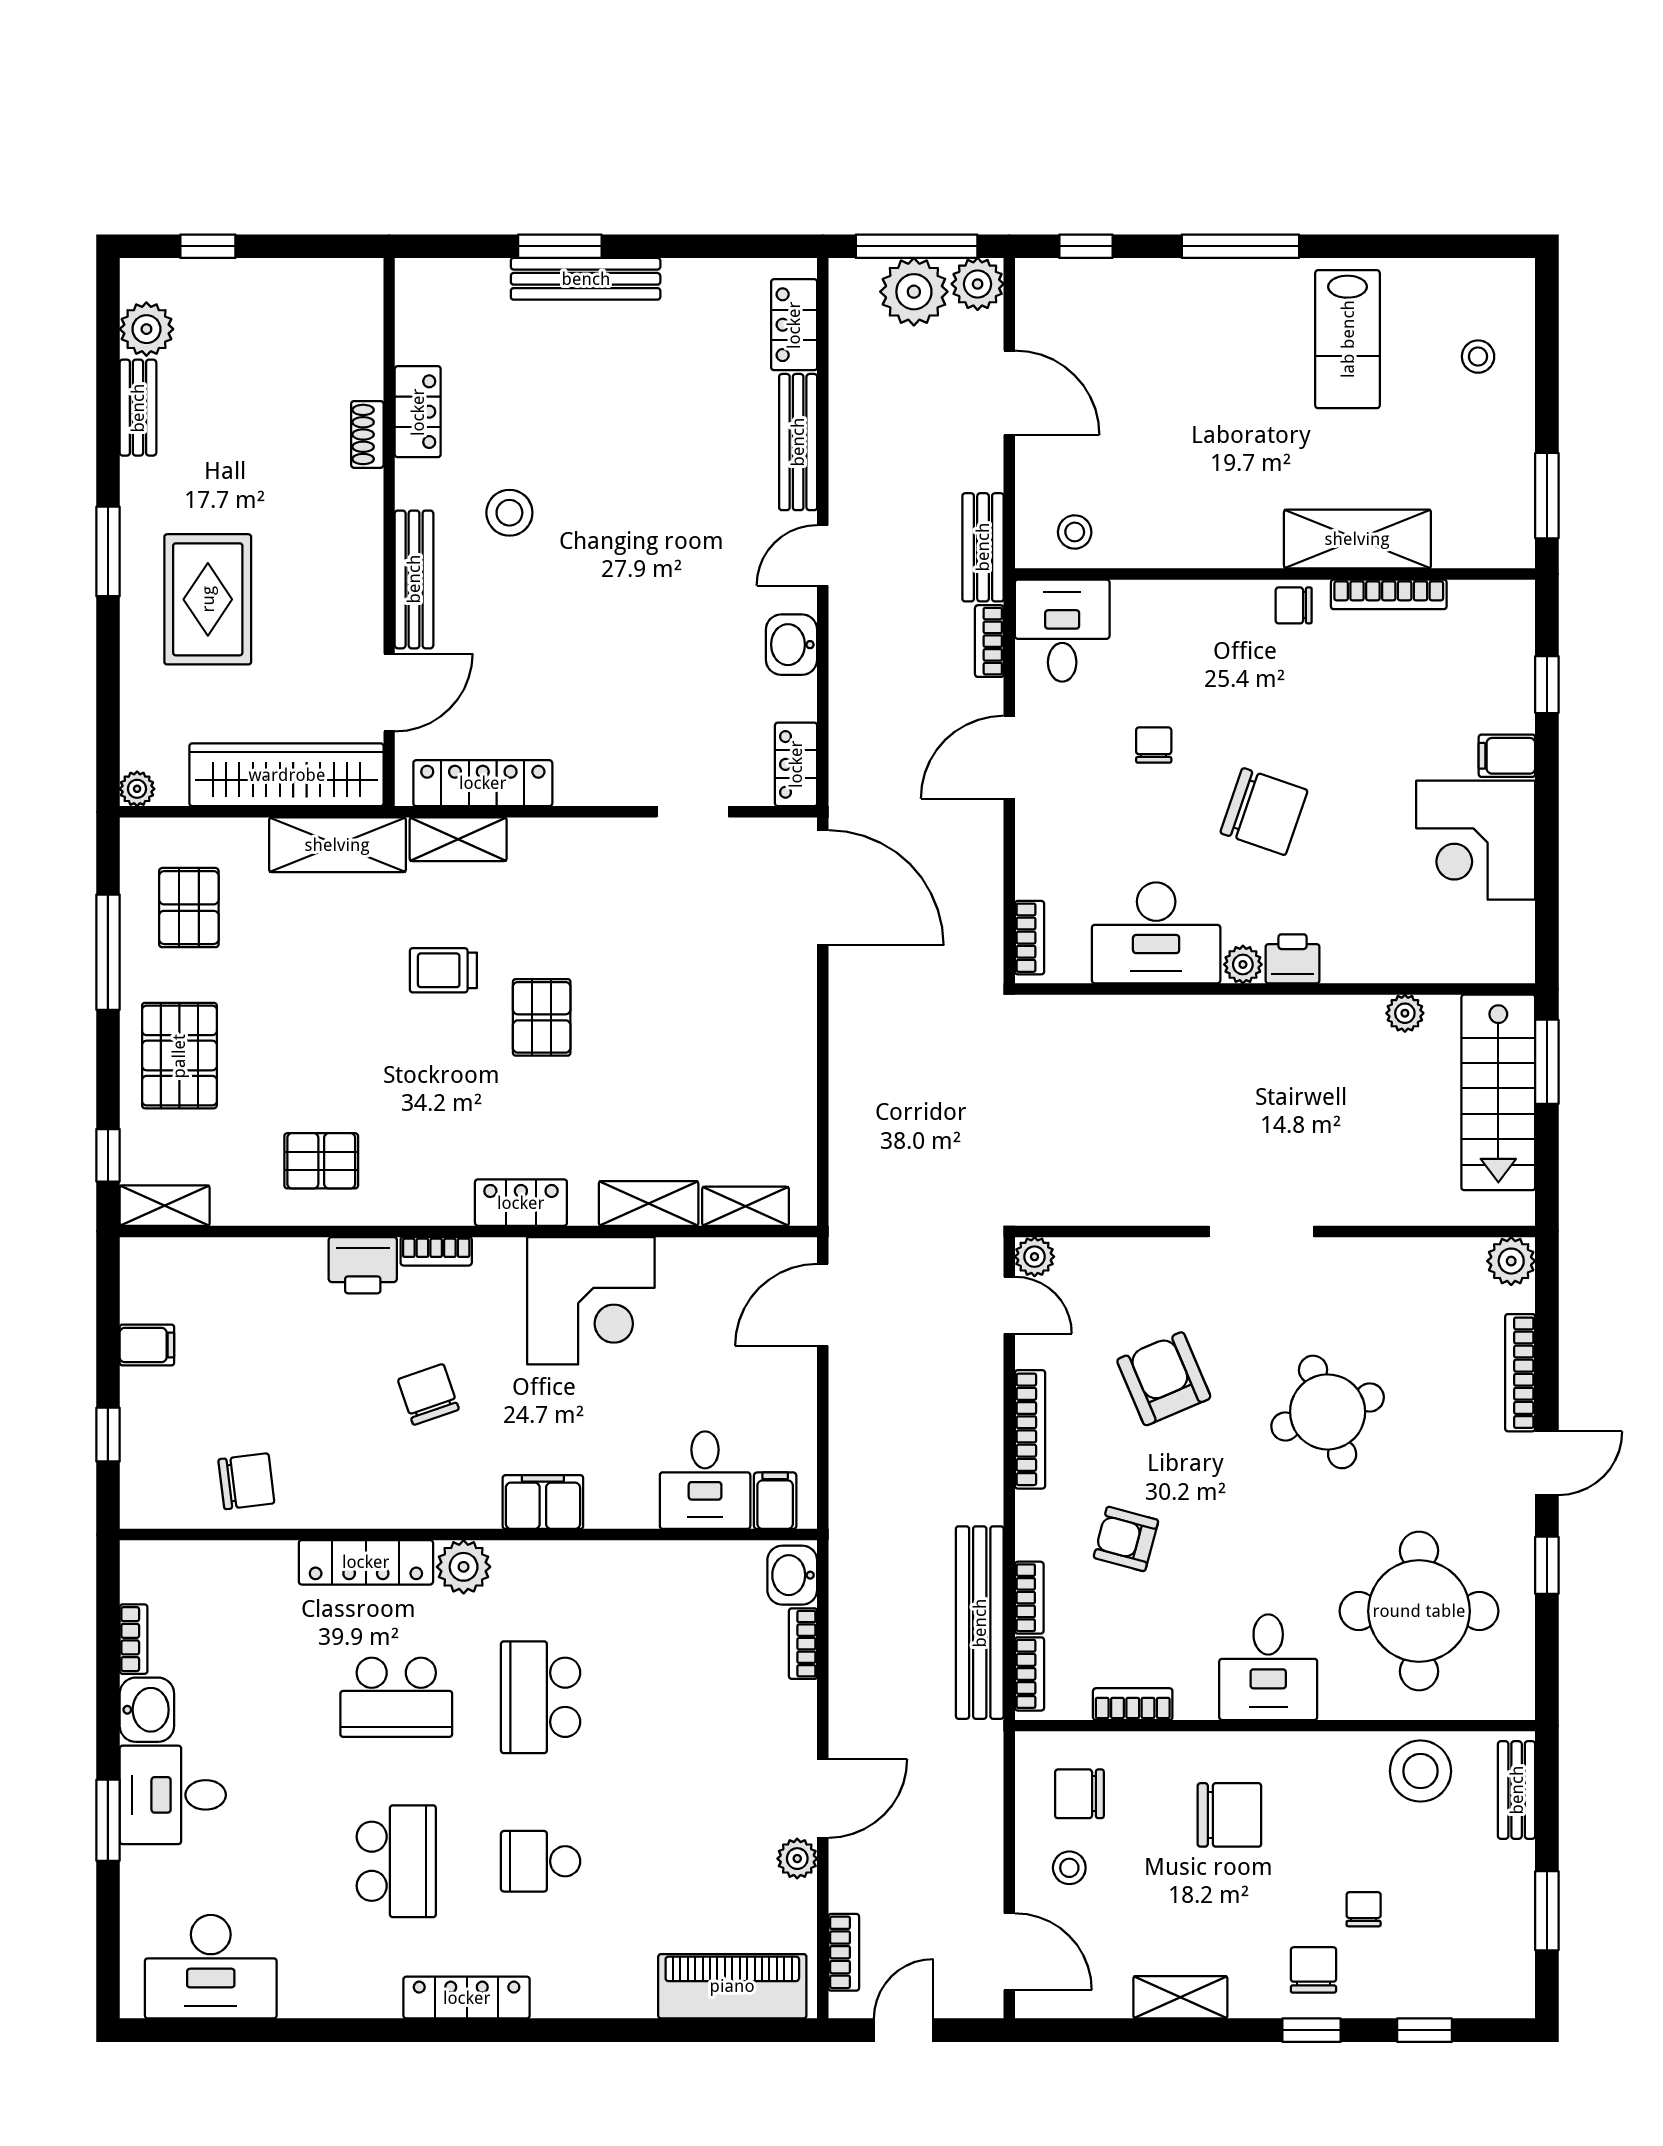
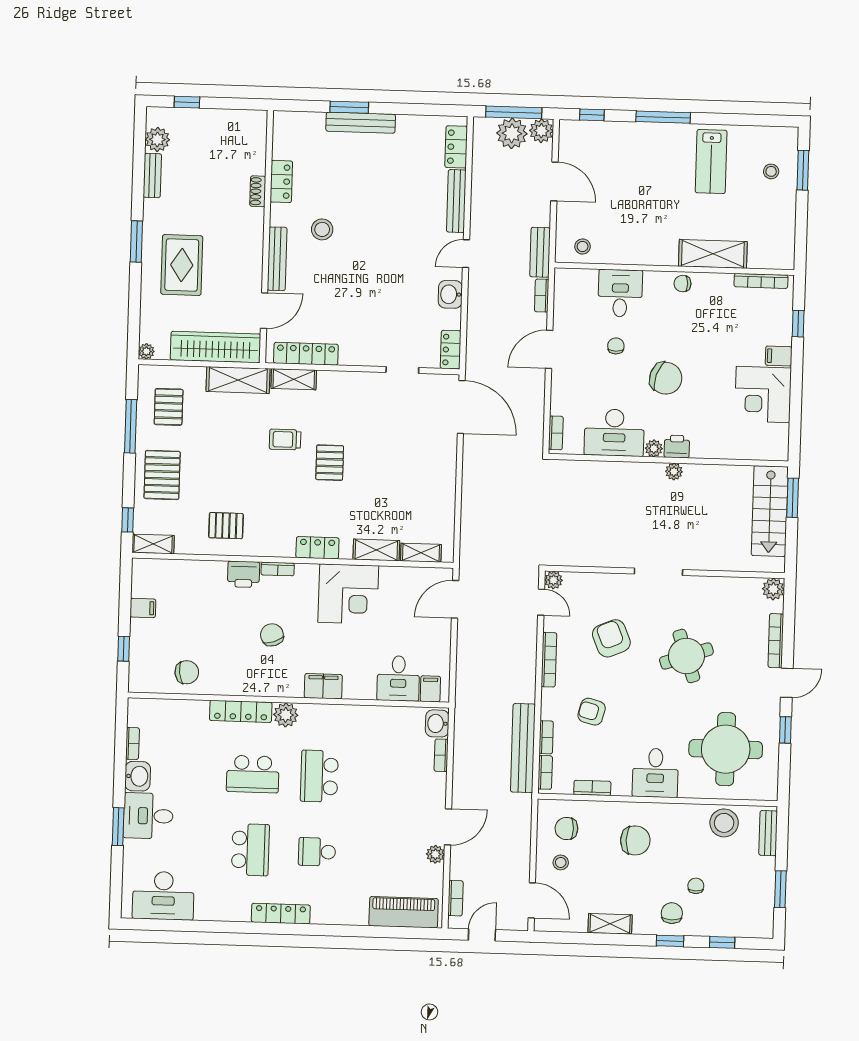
window: (1547, 496) -> (803, 170), moved
bookcase: (1389, 594) -> (761, 281), moved
desk: (1062, 631) -> (620, 293), moved
plant: (1405, 1013) -> (674, 472), moved

